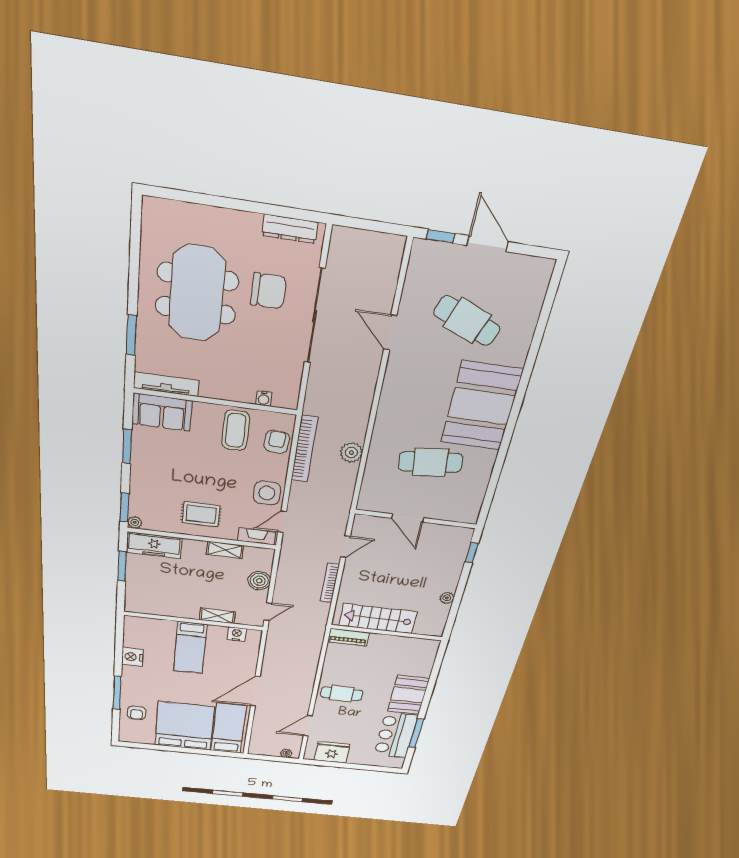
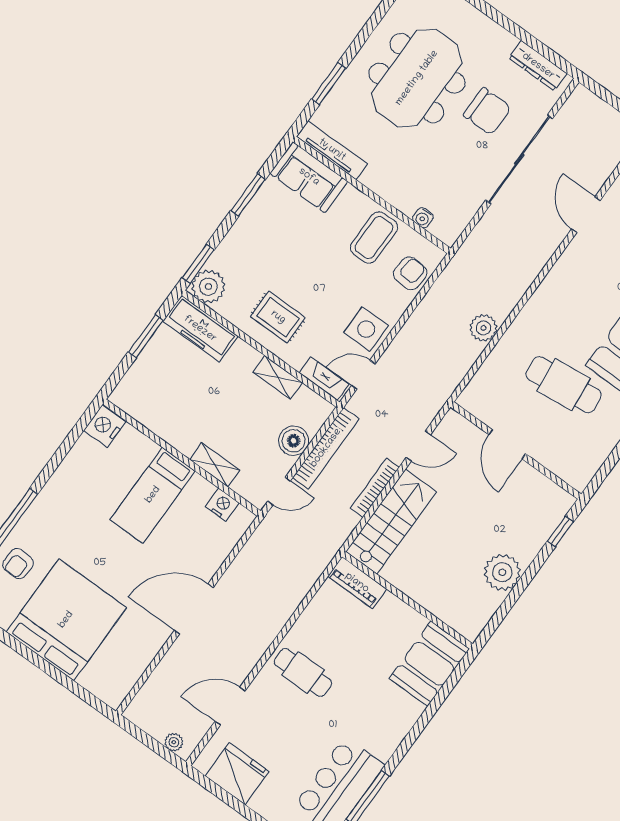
bookcase: (304, 449) -> (326, 448), moved
plant: (135, 522) -> (208, 287), width x1.88, depth x1.88
plant: (447, 598) -> (502, 572), width x1.87, depth x1.87
stairs: (378, 619) -> (391, 522), moved, turned 90
nightstand: (132, 657) -> (105, 426), moved
booth: (408, 695) -> (429, 664), moved
bed: (228, 728) -> (122, 655), removed

